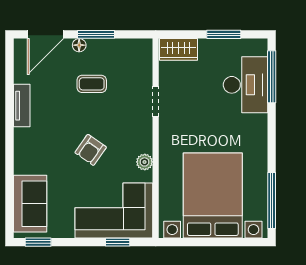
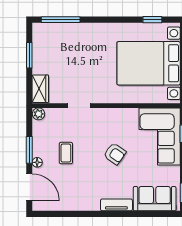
desk: (245, 85) -> (67, 39), removed
tv unit: (22, 106) -> (116, 205), moved
plant: (145, 162) -> (38, 114), moved
window: (272, 201) -> (152, 20), width x0.46

